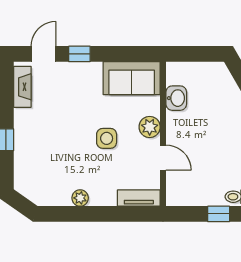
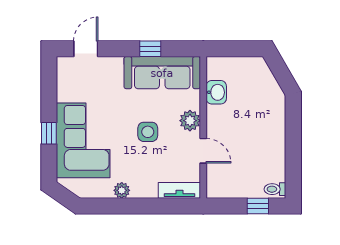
window: (79, 54) -> (150, 49), moved
sofa: (132, 78) -> (162, 73), width x1.36
fireplace: (22, 87) -> (65, 81), removed
corner sofa: (41, 147) -> (83, 140), added

